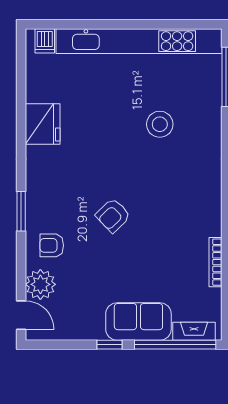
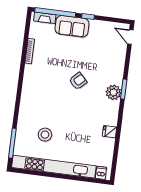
fridge: (43, 124) -> (110, 132), width x0.53, depth x0.75
stool: (160, 124) -> (45, 135), moved
armchair: (52, 245) -> (111, 70), removed
plant: (40, 284) -> (113, 92), moved

